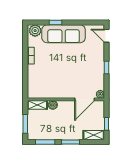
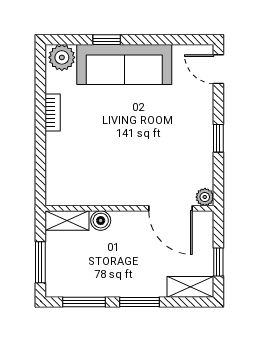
door: (85, 99) -> (170, 208), hinge flipped

